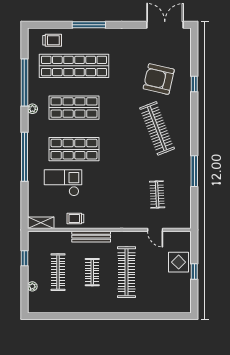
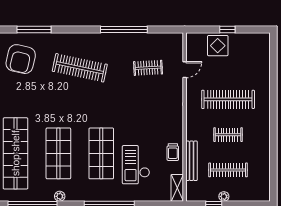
armchair: (159, 79) -> (21, 59), moved
window: (194, 84) -> (34, 29), width x2.17
clothes rail: (157, 128) -> (80, 68), turned 33
window: (194, 171) -> (124, 29), width x1.46
bench: (91, 237) -> (191, 161), moved
plant: (32, 286) -> (224, 196), moved

